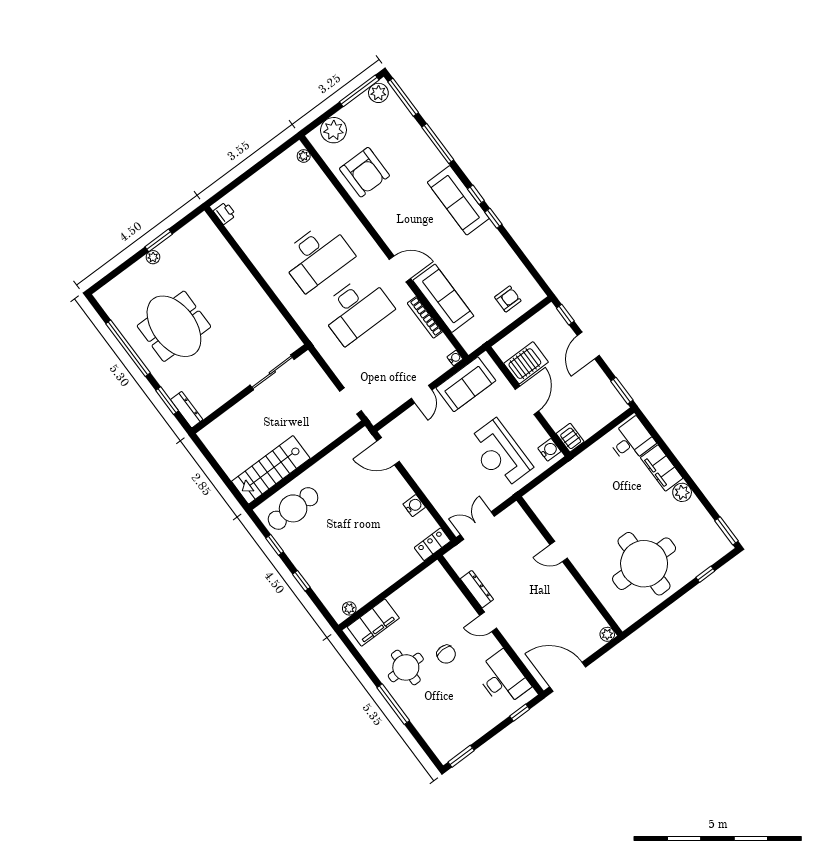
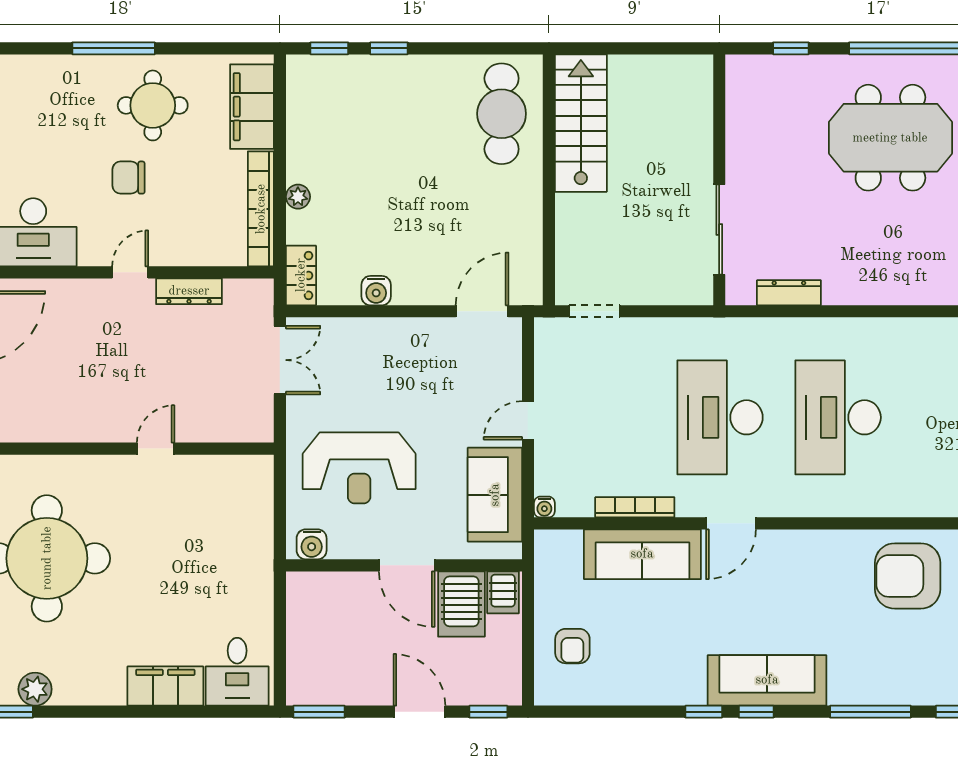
door: (422, 394) -> (528, 420), hinge flipped
window: (167, 401) -> (791, 48), width x0.67
dresser: (187, 410) -> (789, 293), moved, turned 180
server rack: (570, 438) -> (503, 592), moved, turned 90
reception desk: (499, 454) -> (359, 468), turned 180
plant: (682, 492) -> (35, 689), moved
window: (275, 545) -> (329, 48), moved
bookcase: (416, 584) -> (261, 209), added
plant: (349, 608) -> (298, 197), moved

